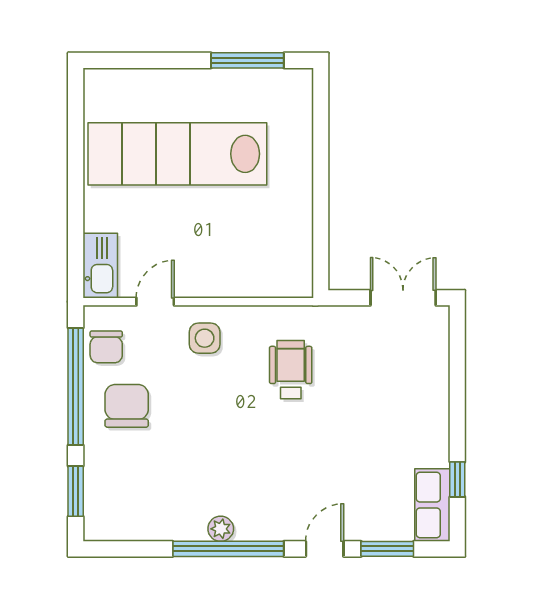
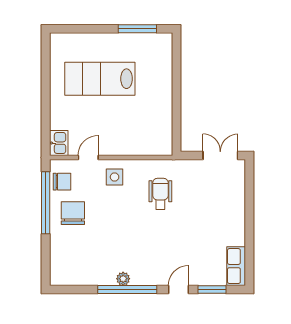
lab bench: (177, 154) -> (100, 79), width x0.73
kitchen sink: (100, 266) -> (59, 143), width x0.73
chair: (106, 347) -> (62, 182), turned -90
window: (457, 479) -> (249, 252), removed
window: (76, 491) -> (46, 259), removed

